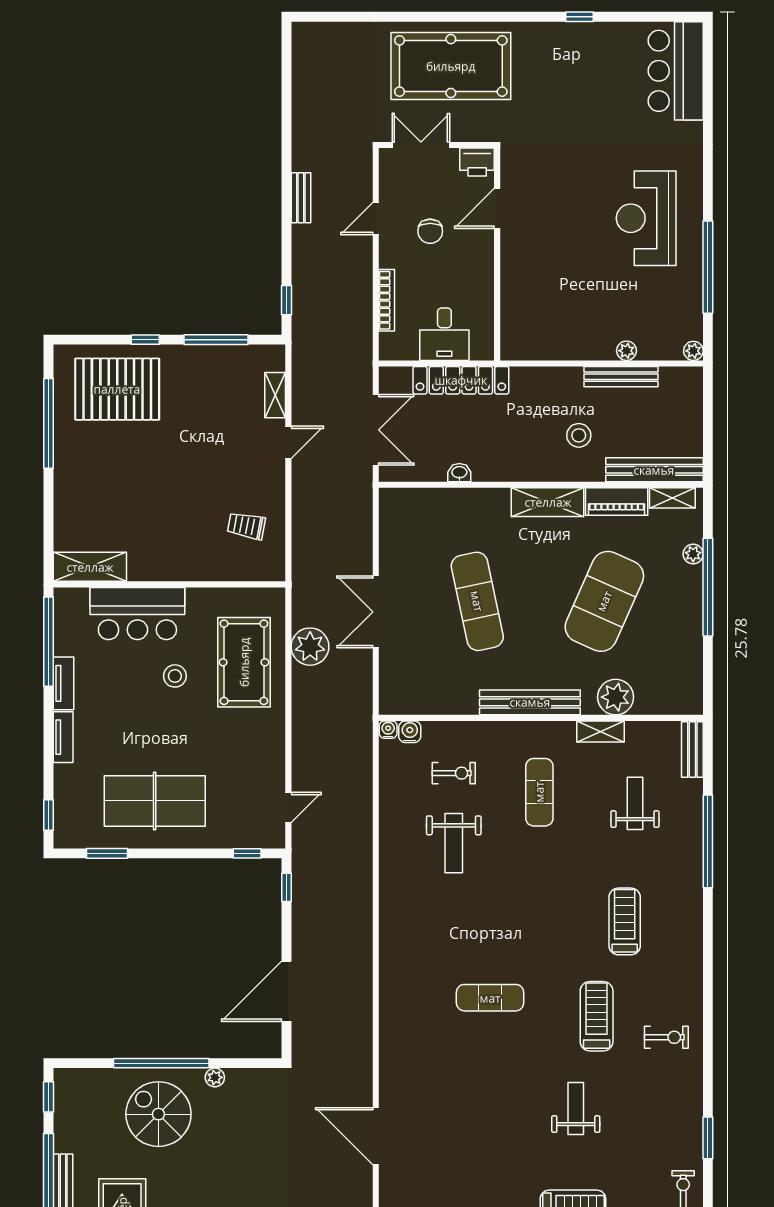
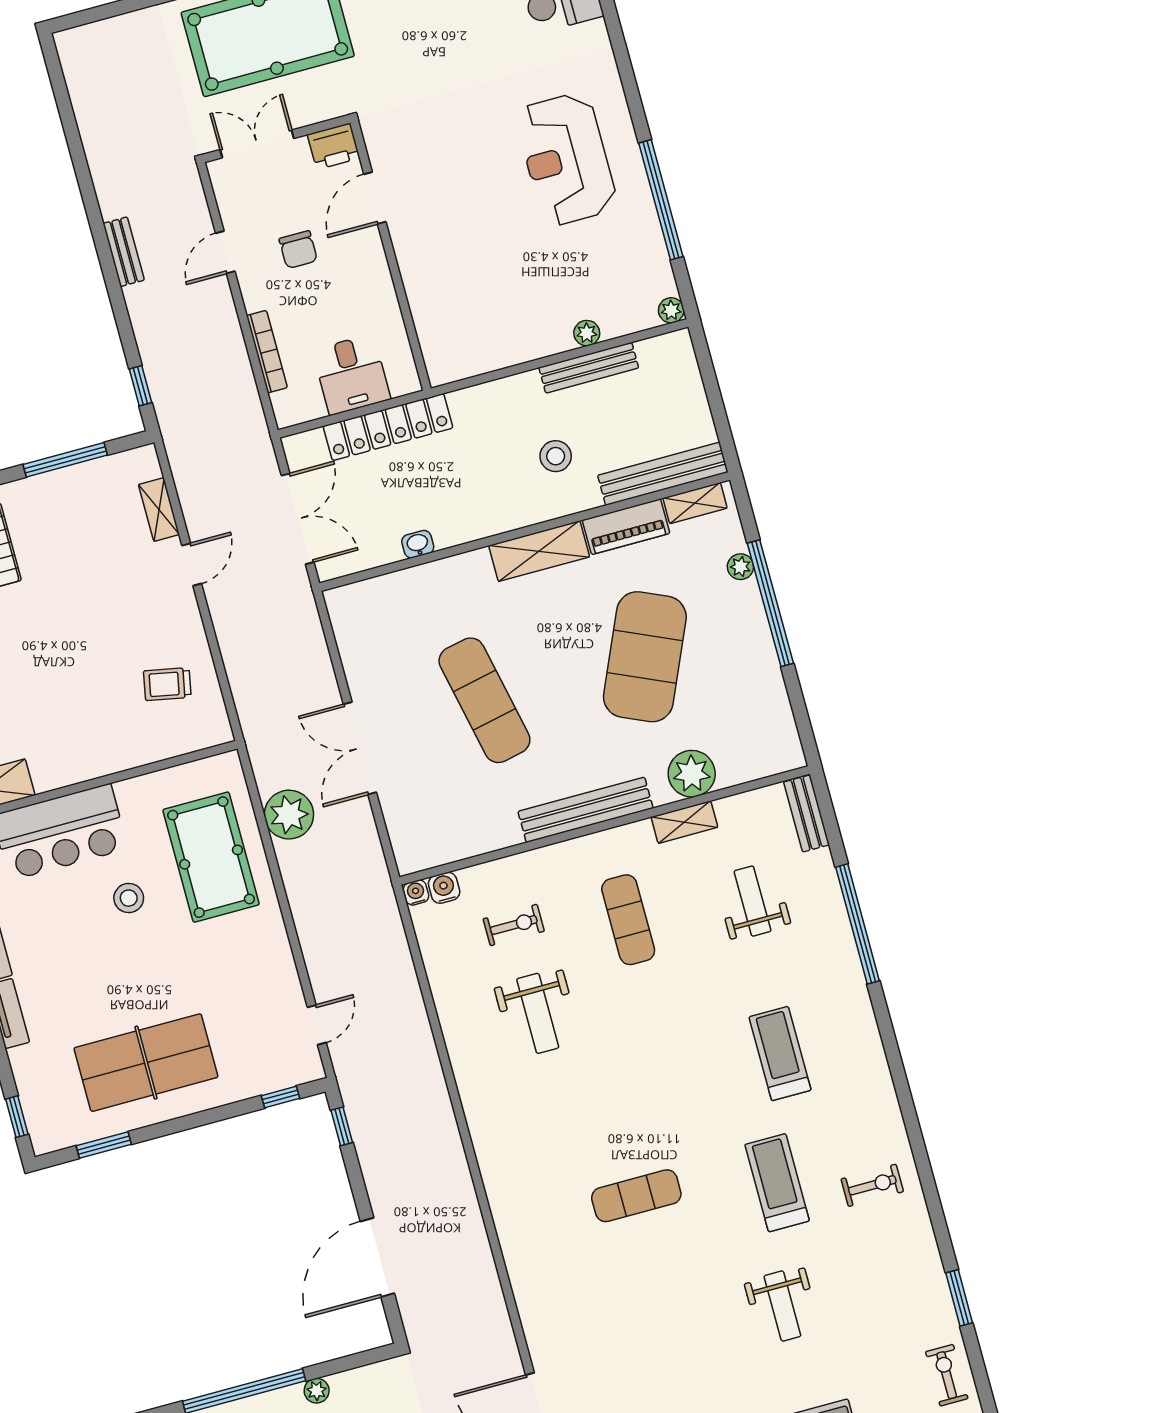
weight bench: (576, 1108) -> (782, 1306), turned 180

